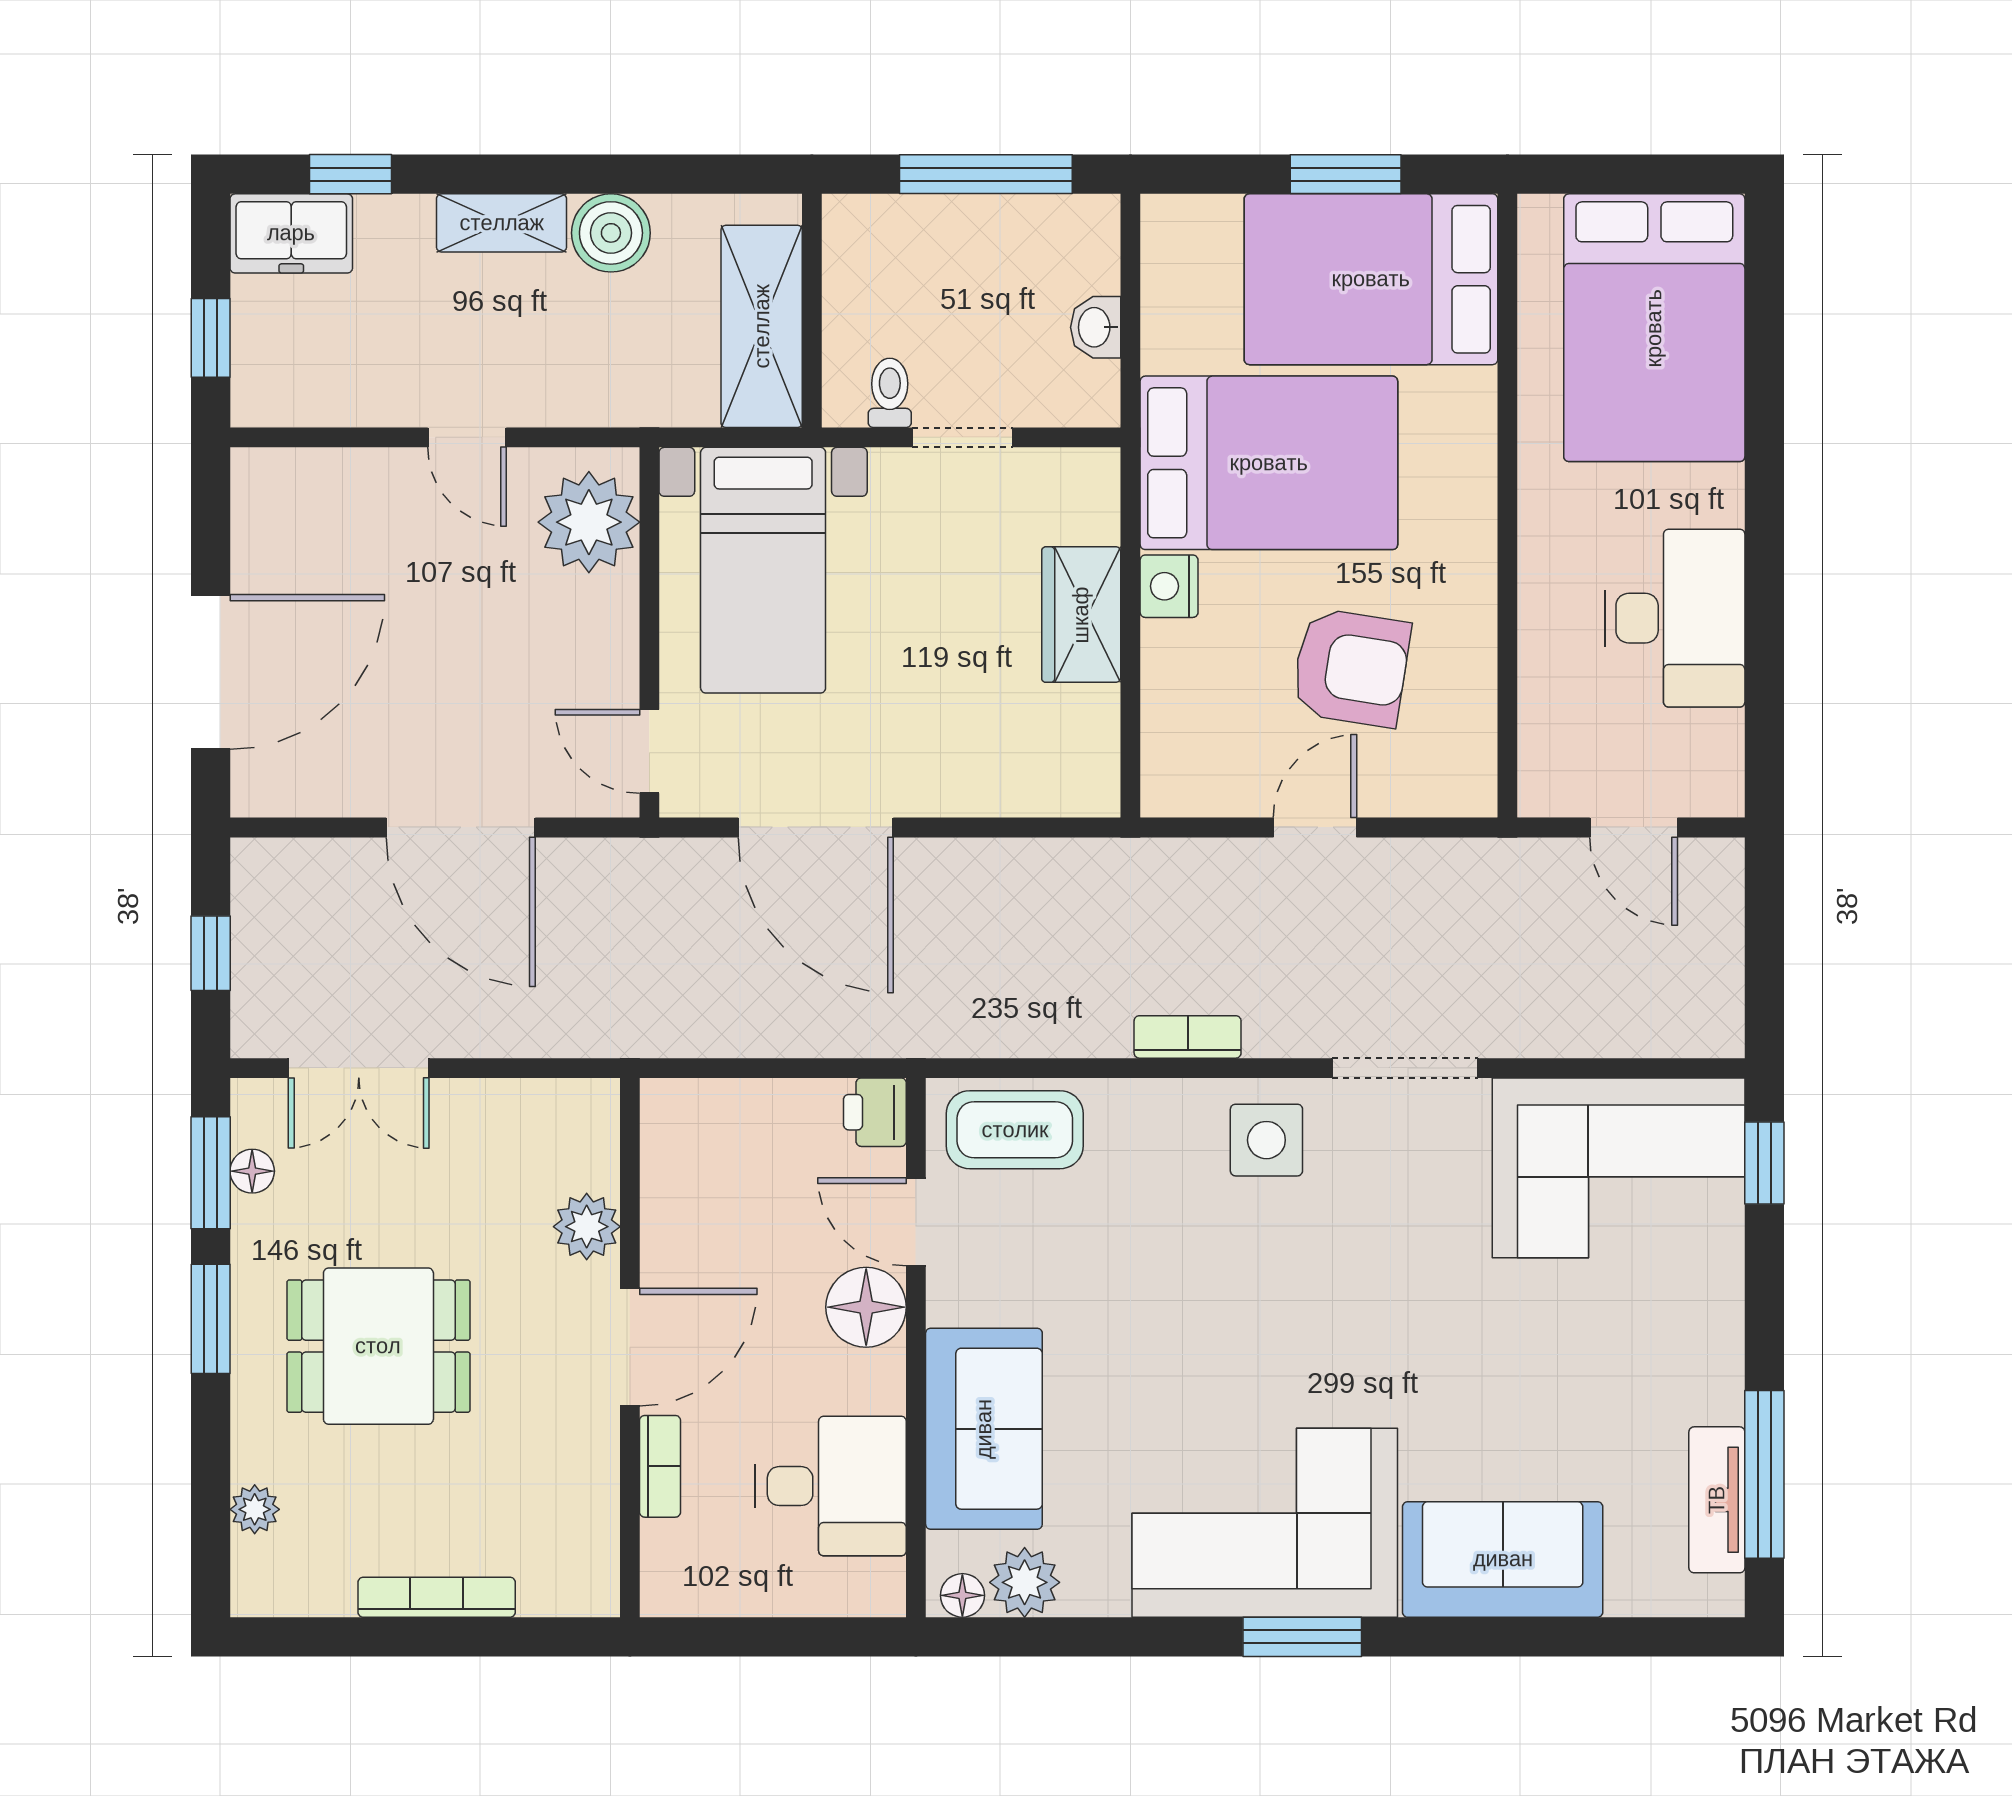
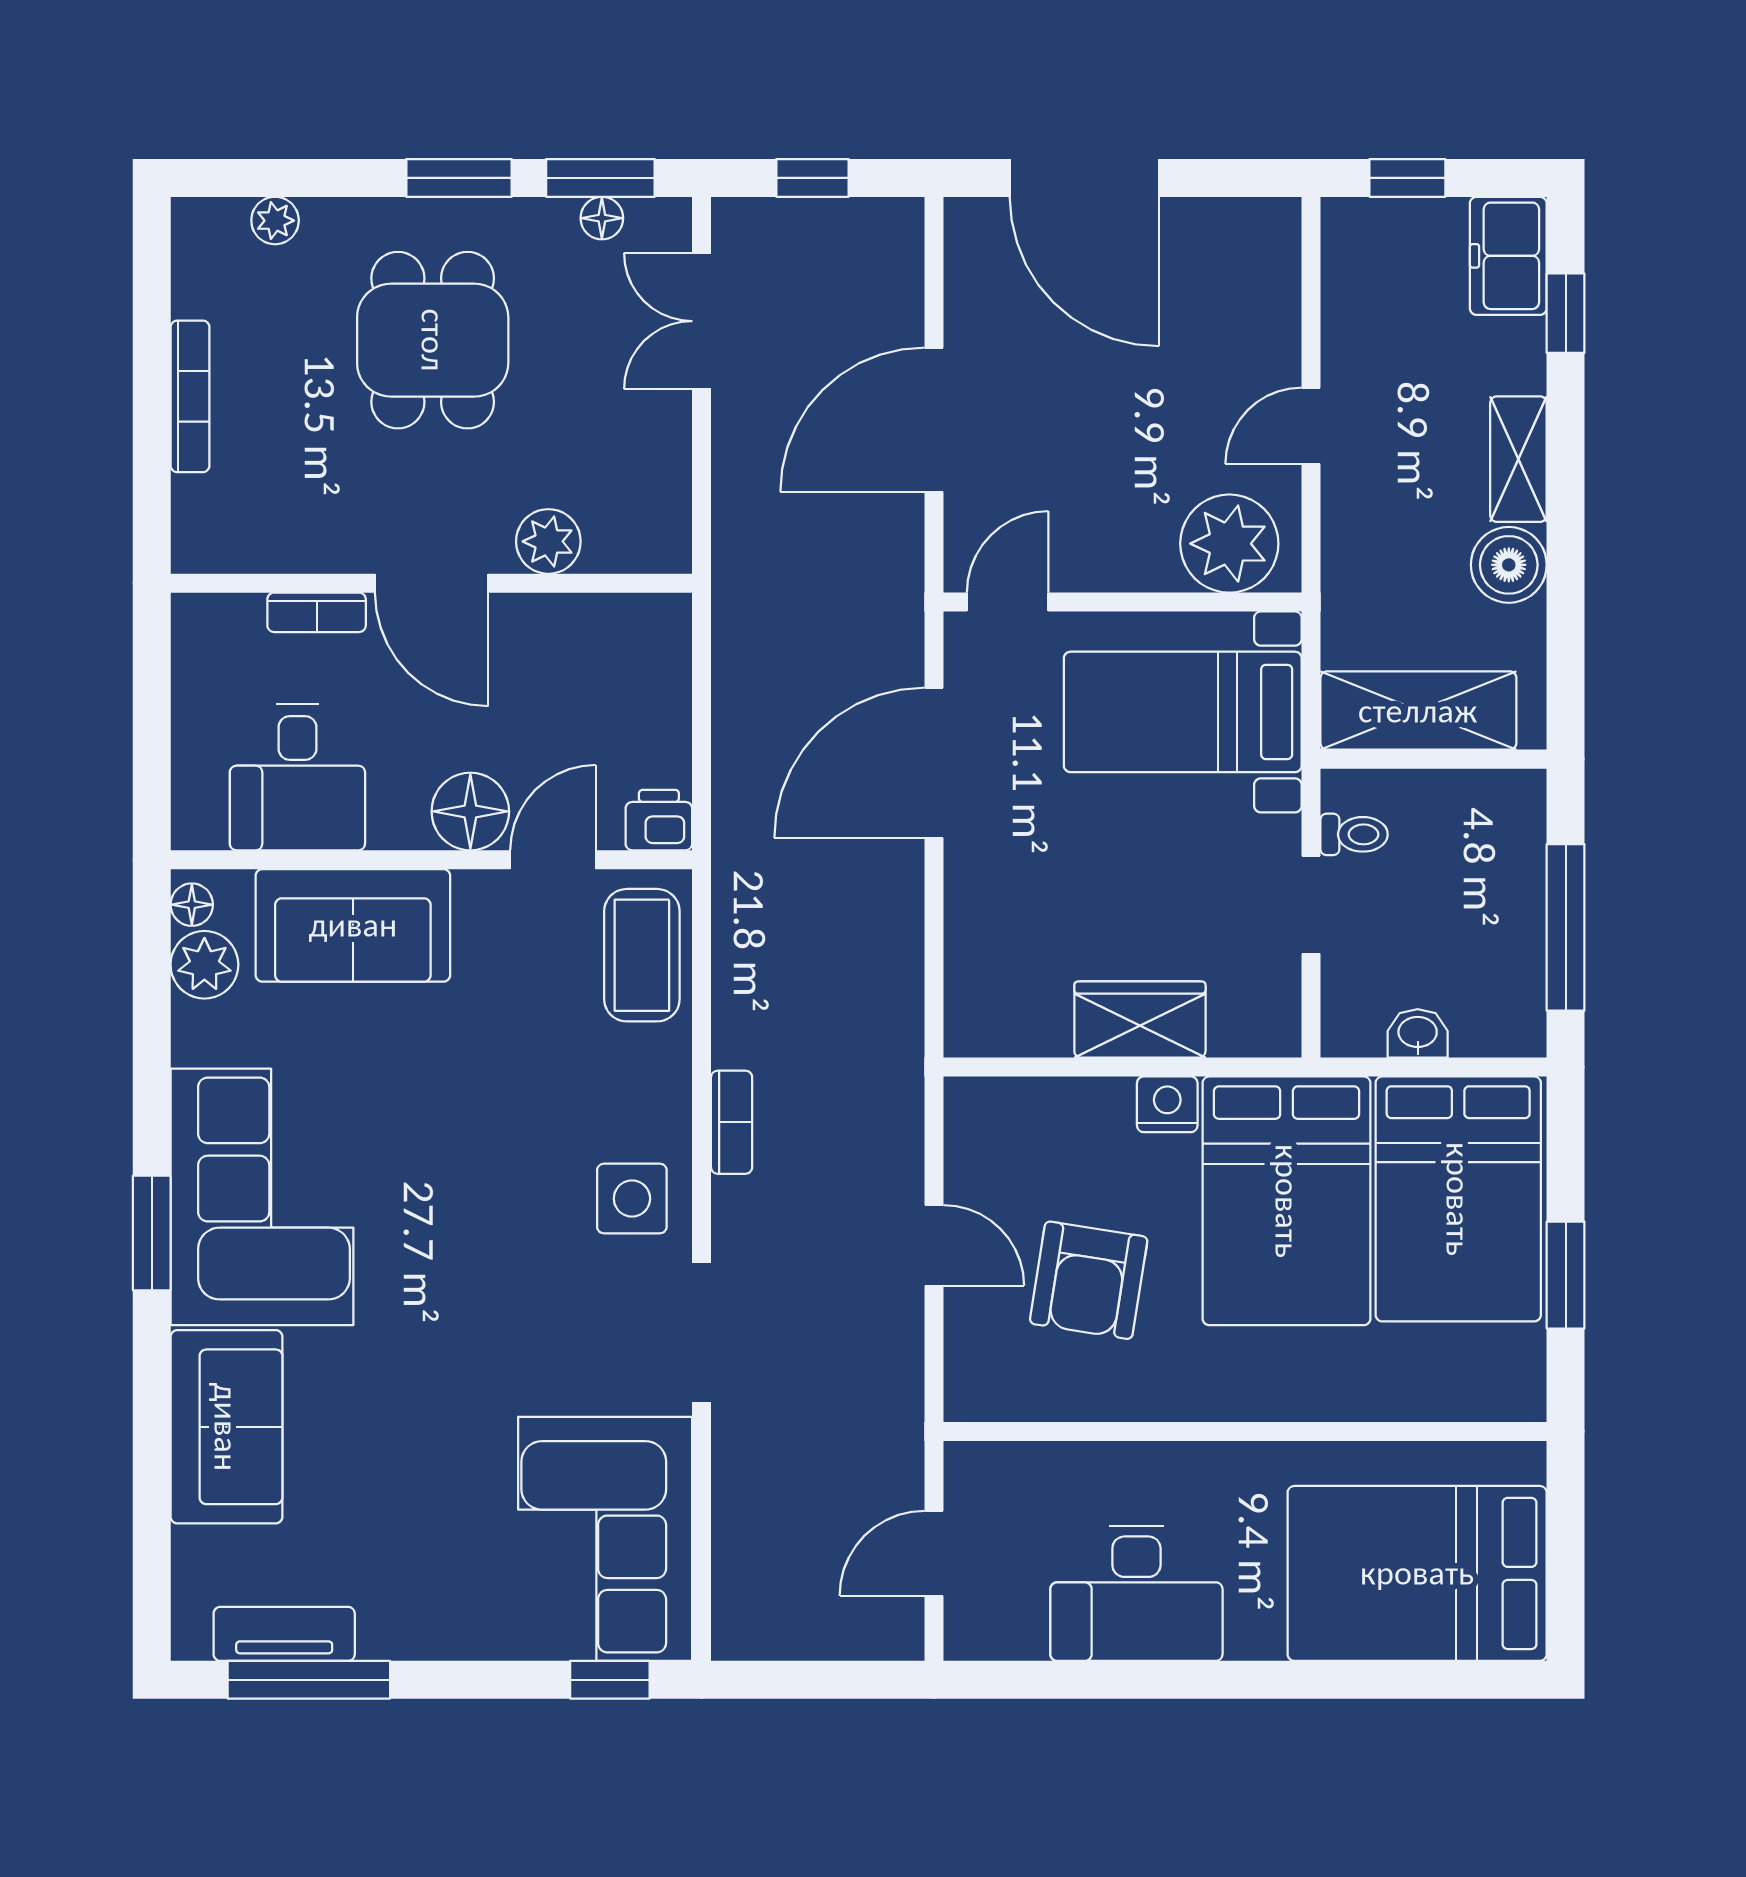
bed: (1371, 279) -> (1458, 1199), moved, turned 180

